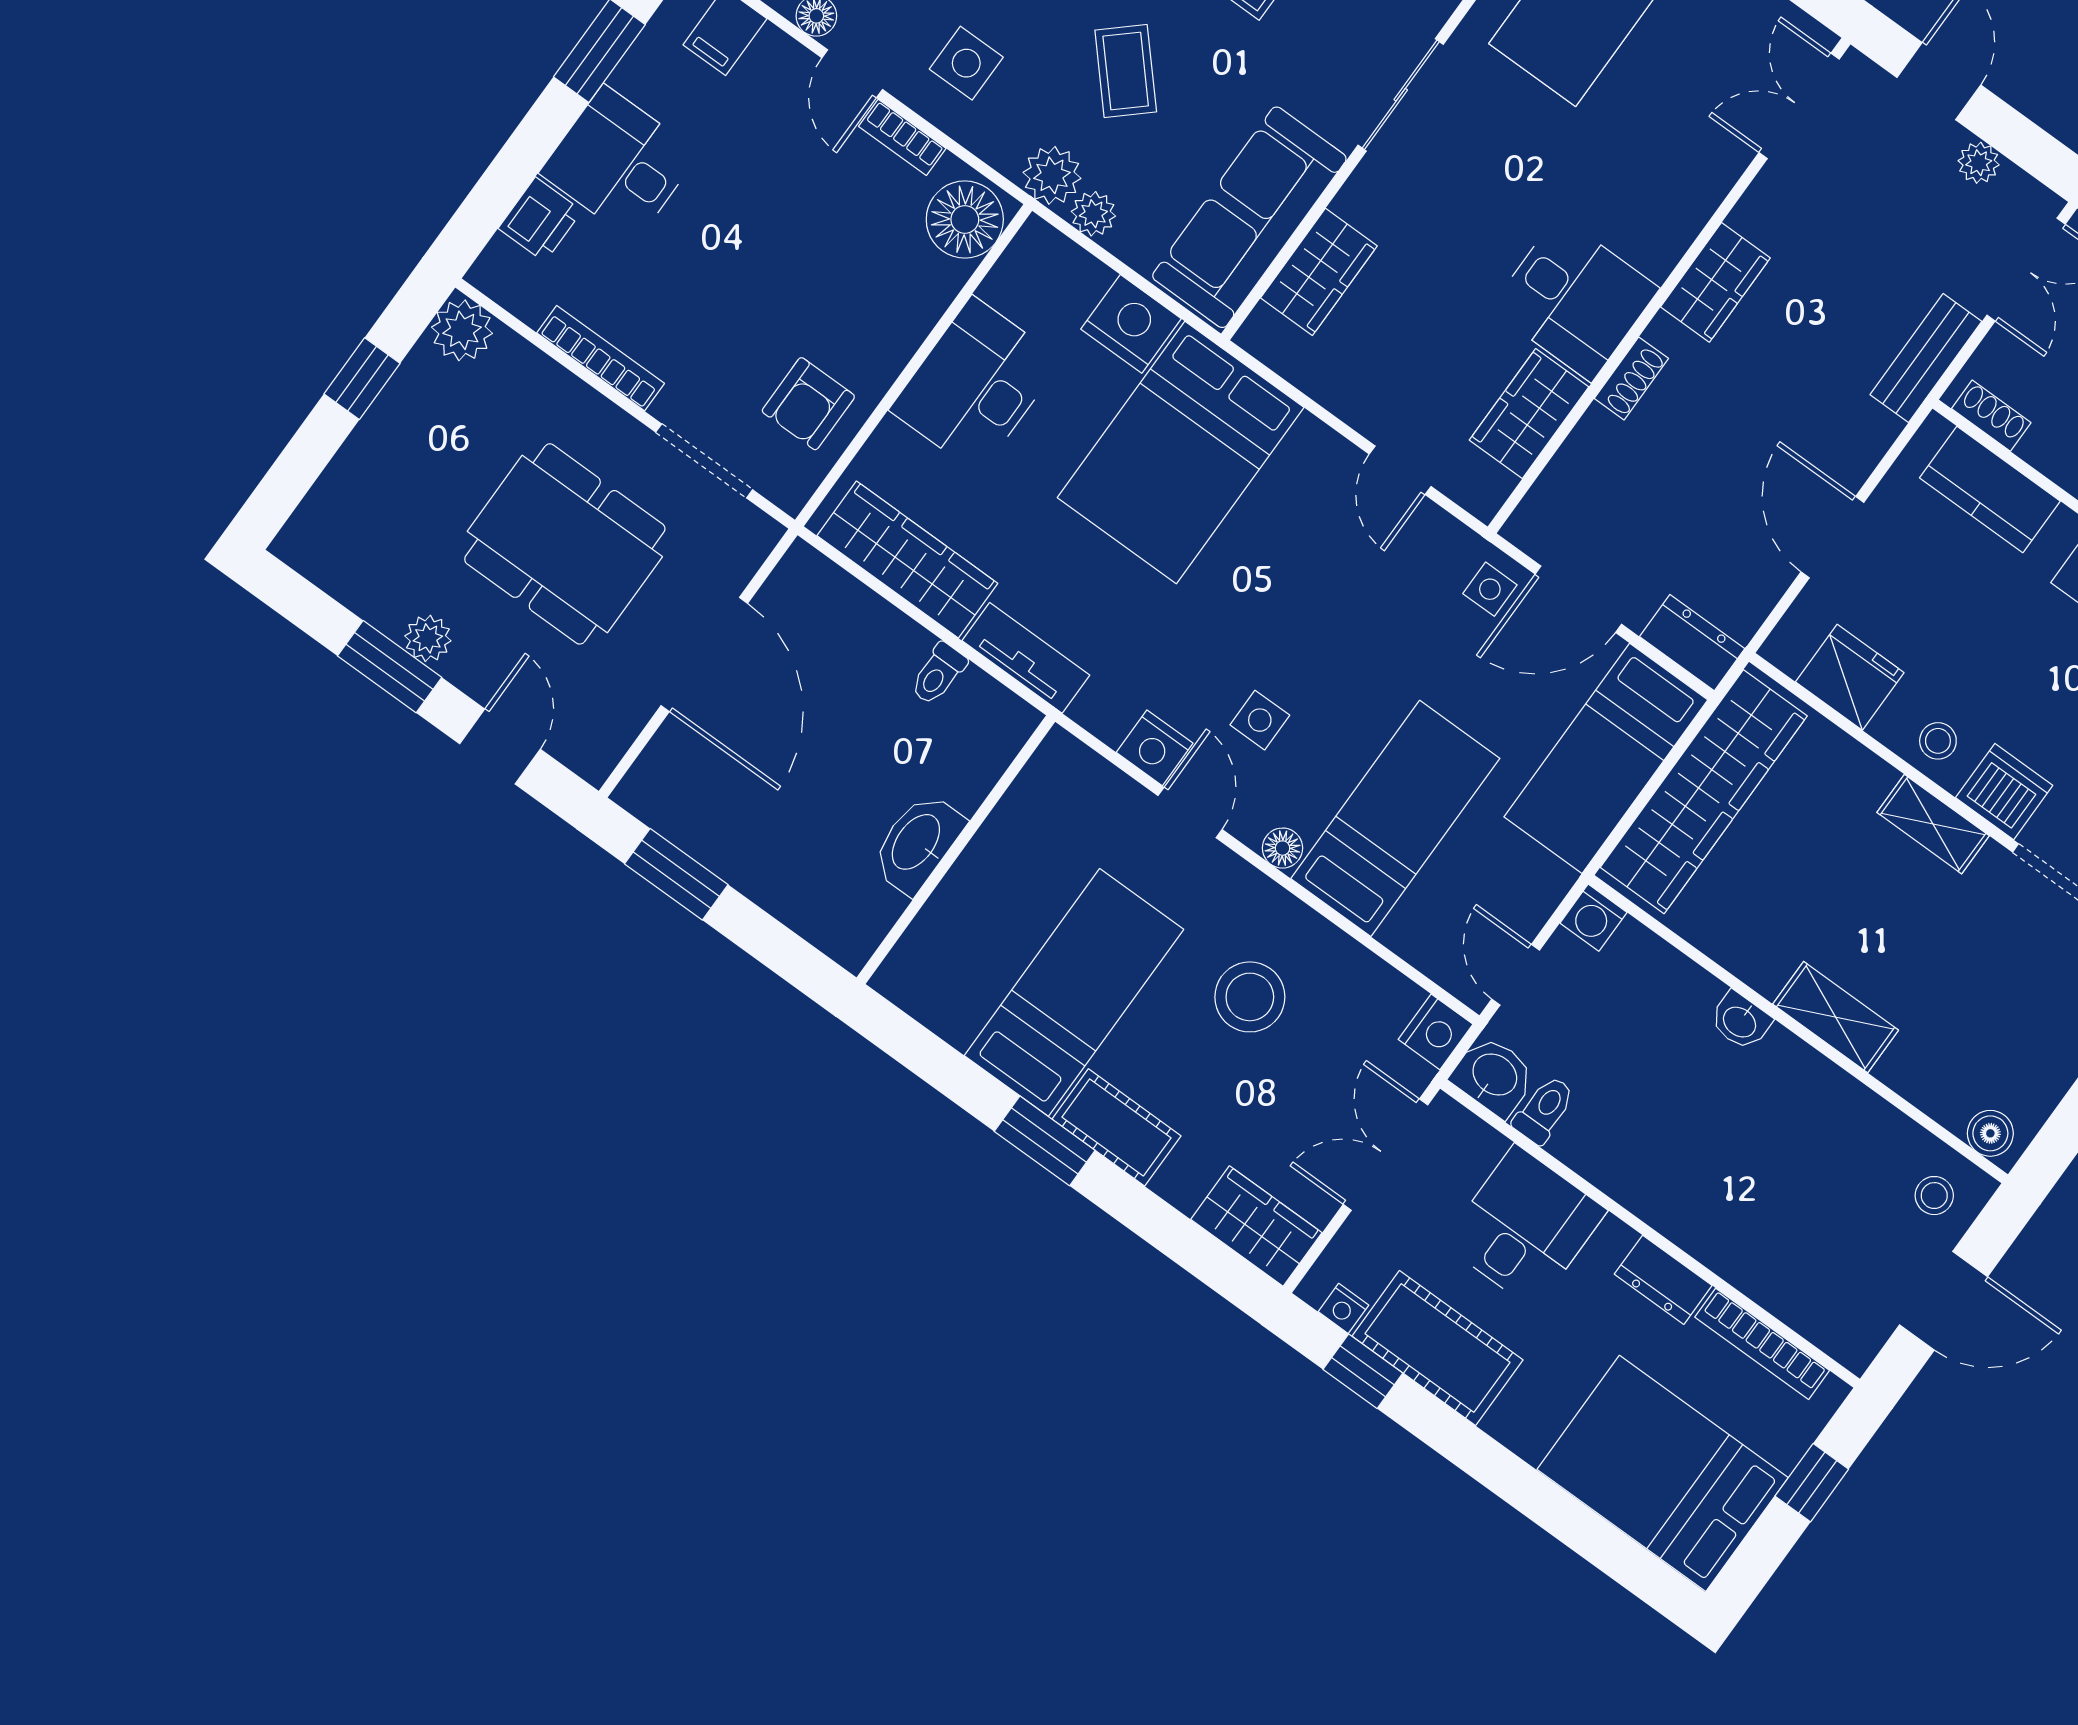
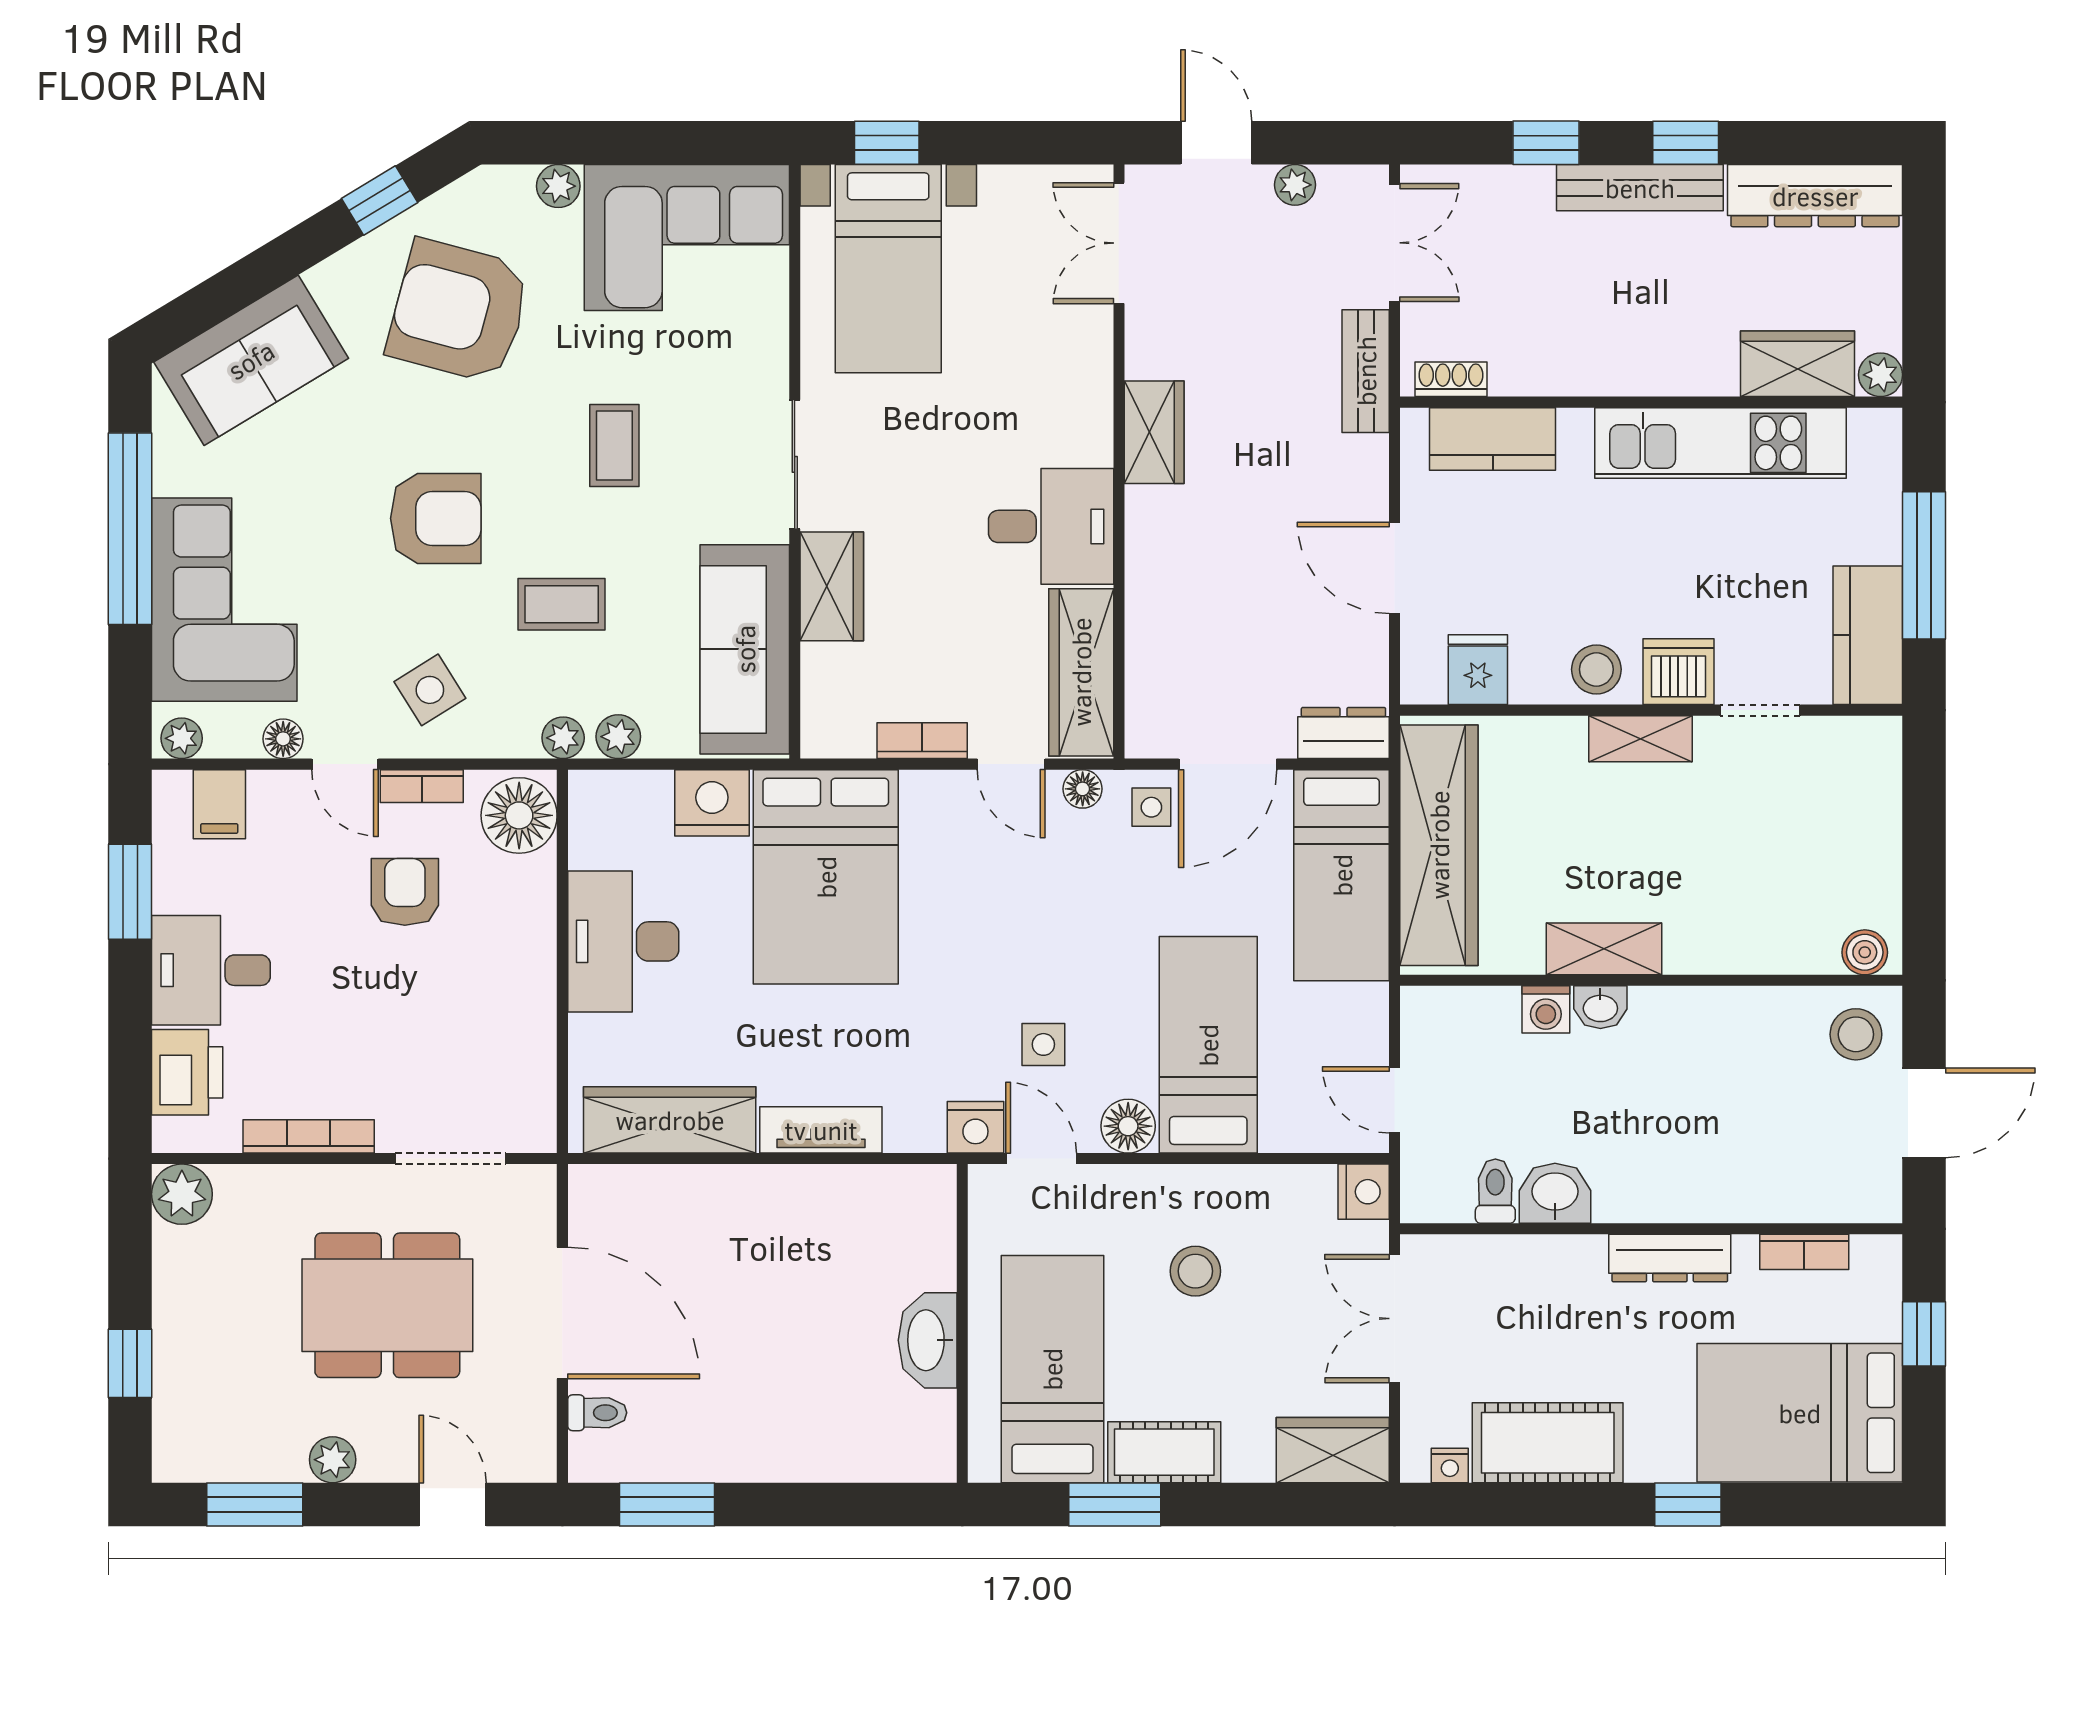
side table: (966, 63) -> (430, 690), turned -32
coffee table: (1126, 71) -> (562, 604), turned -48
plant: (1052, 175) -> (563, 738), width x0.73, depth x0.73
printer: (540, 220) -> (187, 1072), width x1.36, depth x1.24
wardrobe: (1319, 272) -> (832, 586), moved
shoe rack: (1631, 378) -> (1143, 557), removed
window: (362, 379) -> (130, 1363), moved
bookcase: (1341, 398) -> (922, 741), added
armchair: (808, 404) -> (405, 892), moved, turned 180
wardrobe: (1529, 414) -> (1081, 672), width x1.50
floor lamp: (1444, 533) -> (1083, 789), added
window: (390, 667) -> (255, 1504), moved
toilet: (938, 674) -> (597, 1413), moved, turned -90
fridge: (1850, 677) -> (1478, 670), width x0.72
stool: (1938, 741) -> (1596, 669), width x1.37, depth x1.37
washbasin: (917, 843) -> (928, 1340), moved
floor lamp: (1282, 848) -> (1128, 1126), width x1.37, depth x1.37
wall: (956, 850) -> (962, 1323), moved
washing machine: (1593, 918) -> (1546, 1009), moved
stool: (1250, 997) -> (1195, 1271), width x0.73, depth x0.73
shelving: (1836, 1017) -> (1604, 949), moved
washbasin: (1494, 1076) -> (1555, 1193), moved
stool: (1934, 1196) -> (1856, 1034), width x1.37, depth x1.37
desk: (1525, 1227) -> (1548, 1296), removed
dresser: (1663, 1280) -> (1670, 1258), width x1.44
bookcase: (1762, 1344) -> (1804, 1252), width x0.64
window: (1363, 1371) -> (1688, 1504), moved

